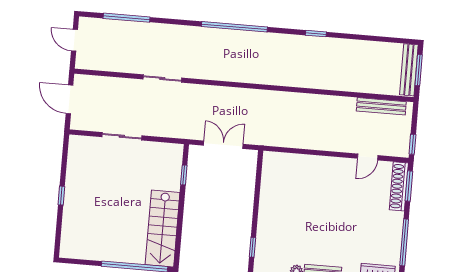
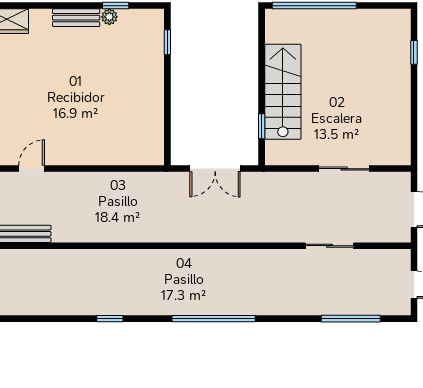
sliding door: (162, 78) -> (329, 246), moved
window: (61, 196) -> (414, 52), moved
stairs: (163, 229) -> (283, 92), moved

